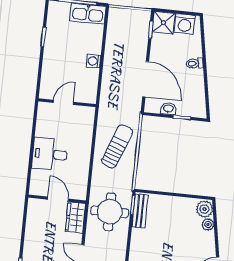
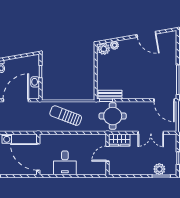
door: (63, 102) -> (38, 157), width x1.88
desk: (50, 154) -> (65, 163), moved

